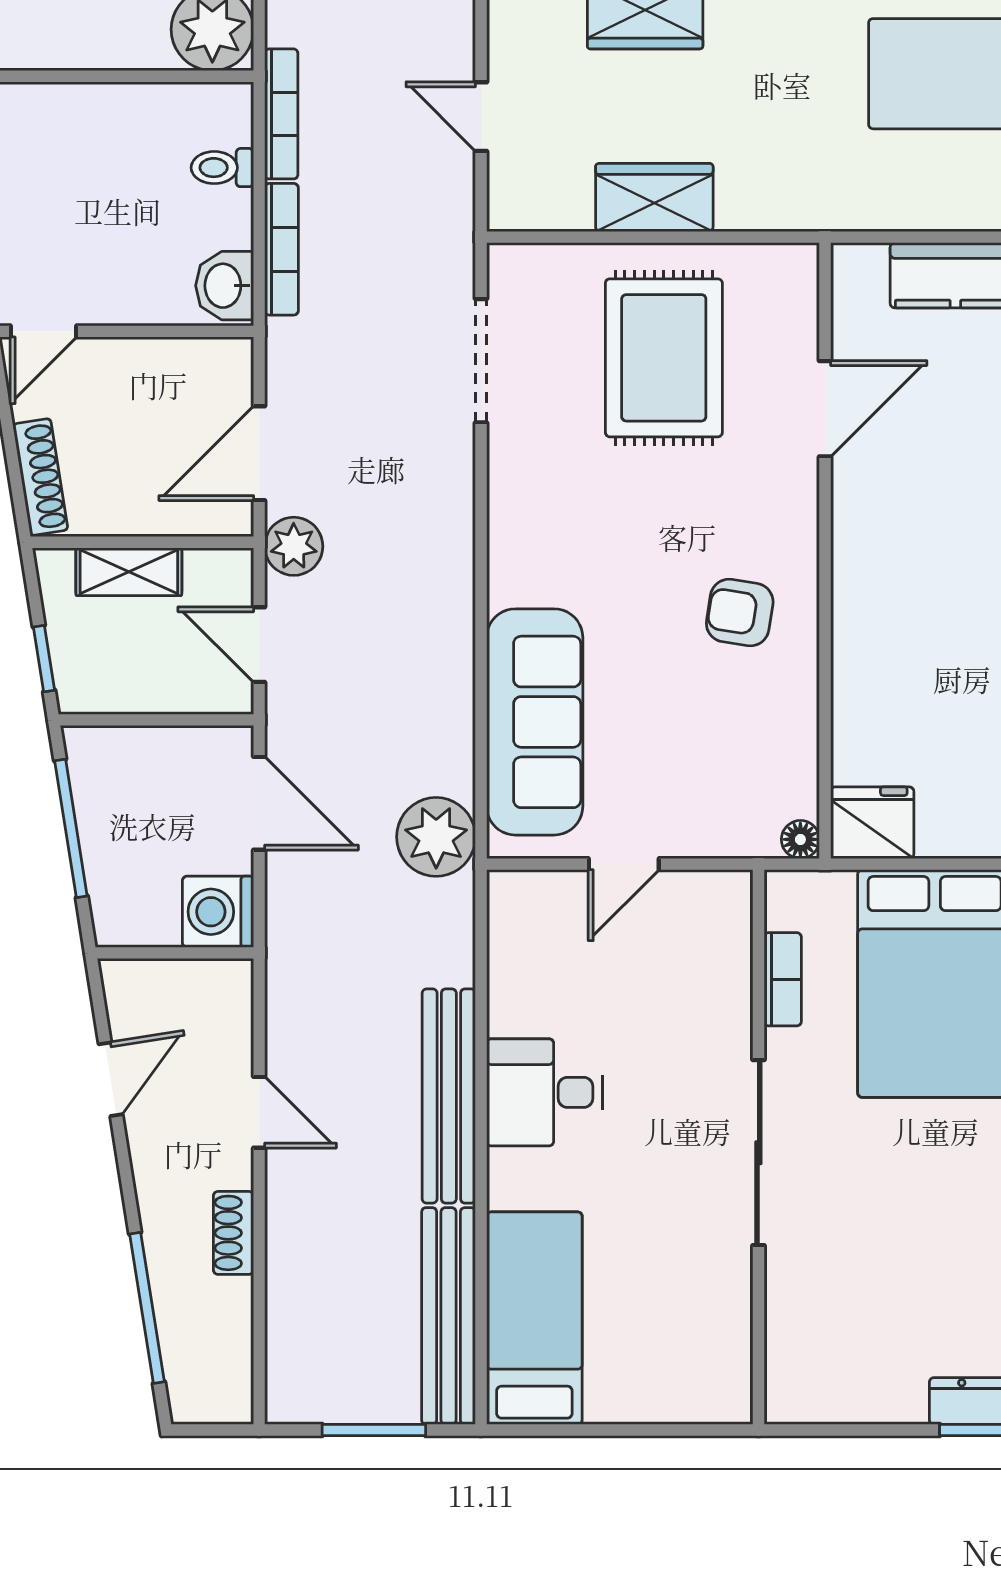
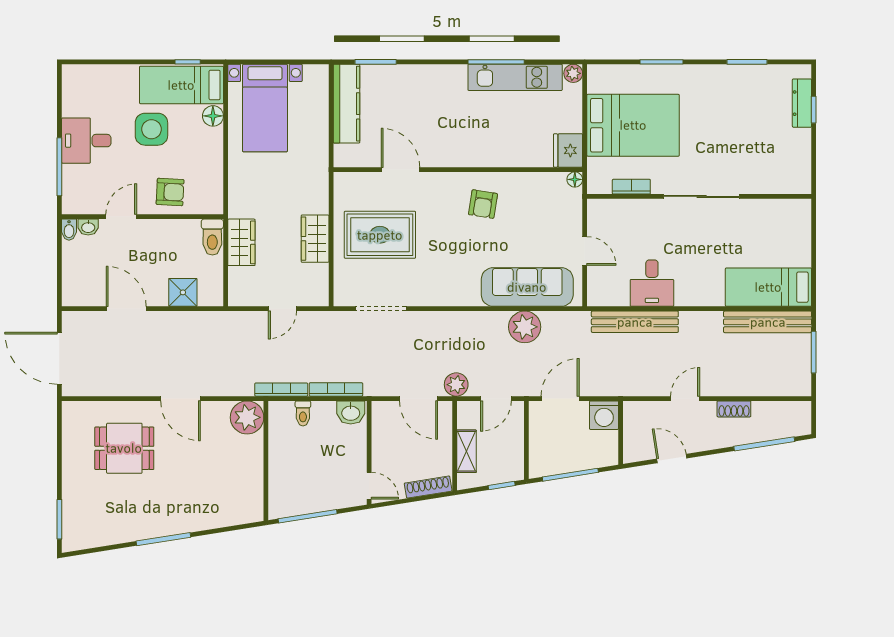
plant: (436, 837) -> (525, 327), moved
desk: (544, 1092) -> (652, 283), moved
bench: (449, 1096) -> (635, 322), moved

